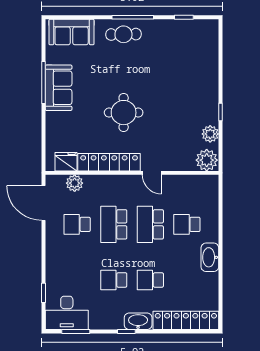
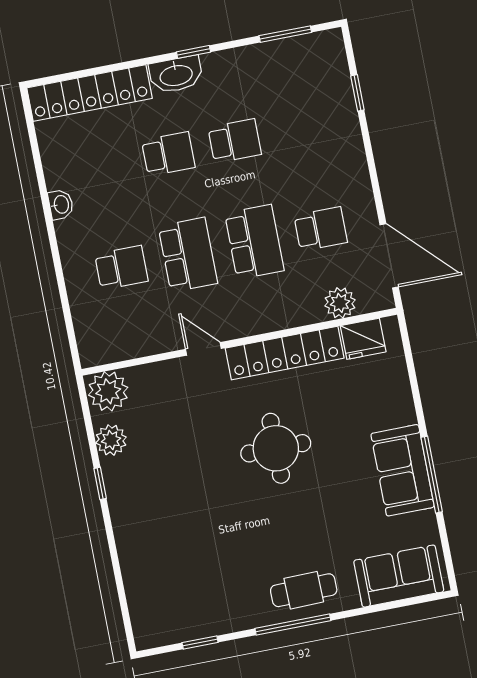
washbasin: (210, 257) -> (61, 204), width x0.52, depth x0.69
desk: (67, 313) -> (308, 65), removed

